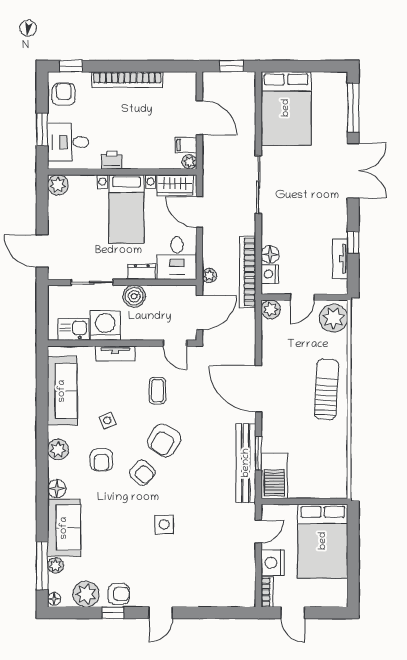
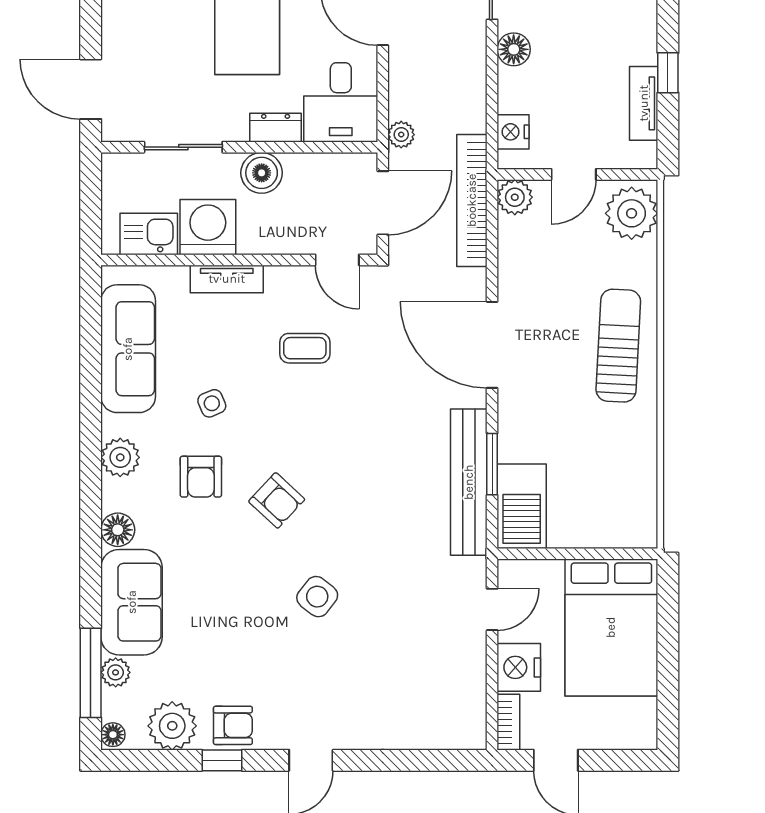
floor lamp: (270, 254) -> (514, 49), moved
bookcase: (248, 272) -> (472, 200), moved
coffee table: (158, 391) -> (305, 348), turned 90
armchair: (164, 440) -> (317, 441), removed
side table: (164, 525) -> (317, 597), turned 38

